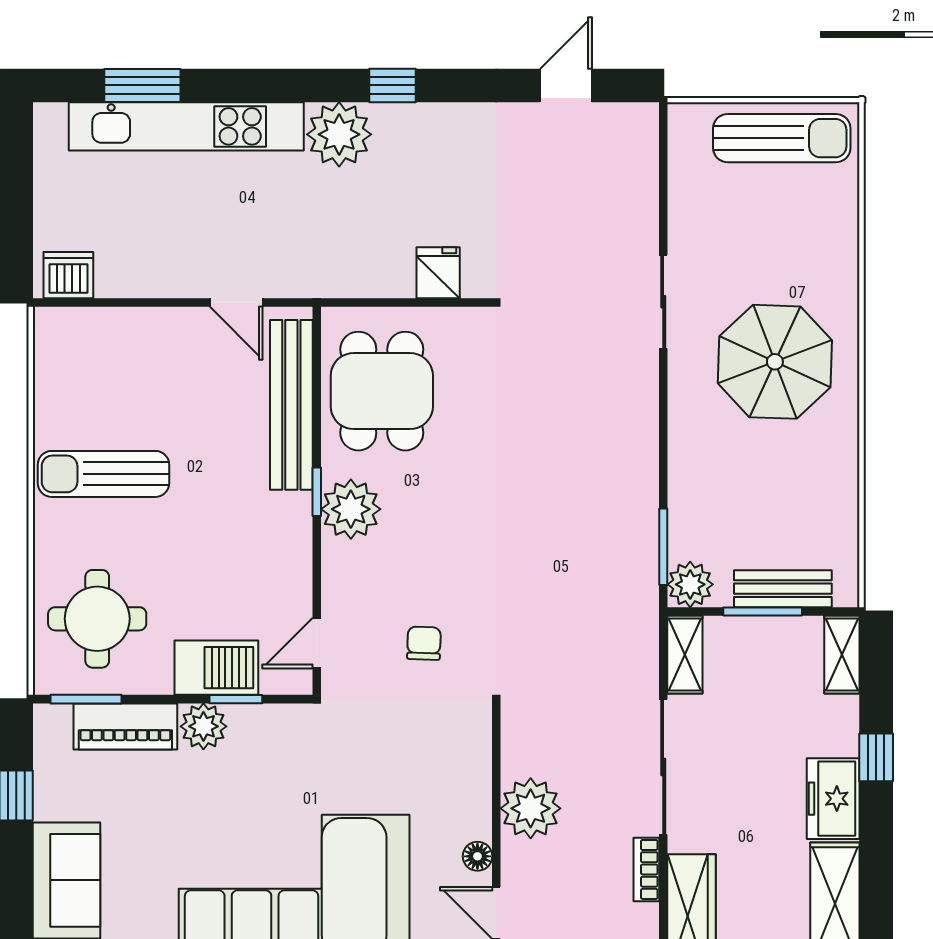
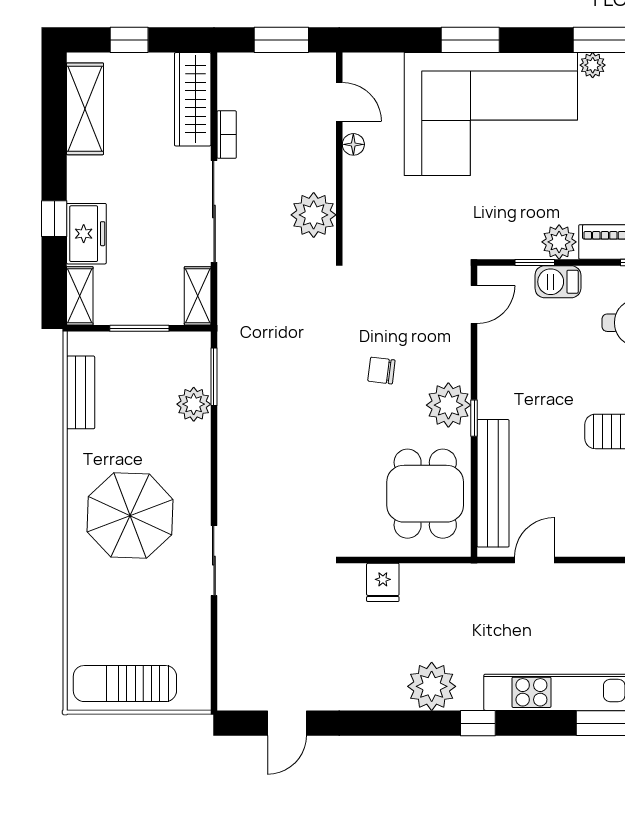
window: (392, 85) -> (478, 723), moved
plant: (339, 134) -> (432, 686), moved
door: (236, 303) -> (534, 560), hinge flipped
plant: (690, 584) -> (194, 404), moved
bench: (783, 589) -> (81, 392), moved, turned 90
chair: (424, 643) -> (381, 371), moved, turned 95
barbecue: (216, 668) -> (558, 282), width x0.73, depth x0.79
freezer: (833, 799) -> (86, 234), moved
plant: (531, 808) -> (314, 215), moved

